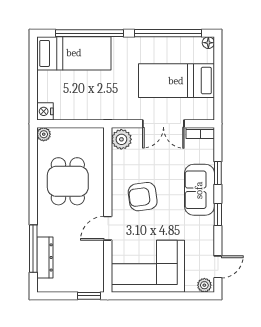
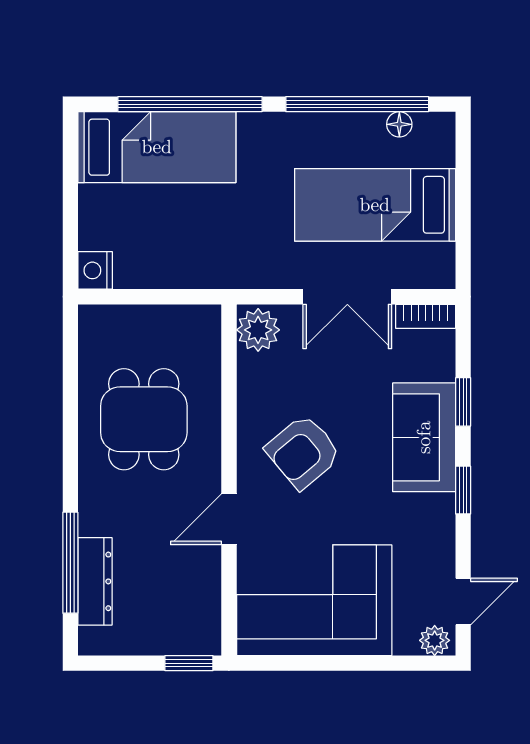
floor lamp: (208, 43) -> (399, 124), moved
plant: (44, 134) -> (93, 319), removed
armchair: (143, 197) -> (303, 452), turned -32

